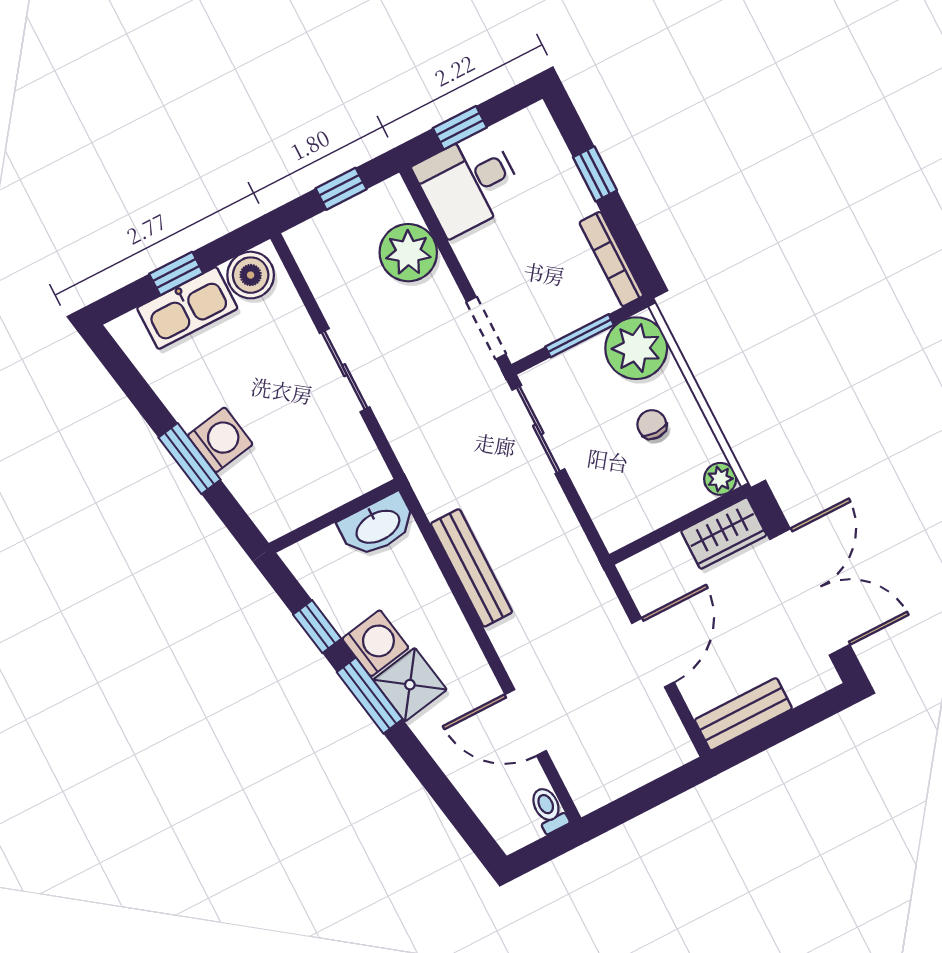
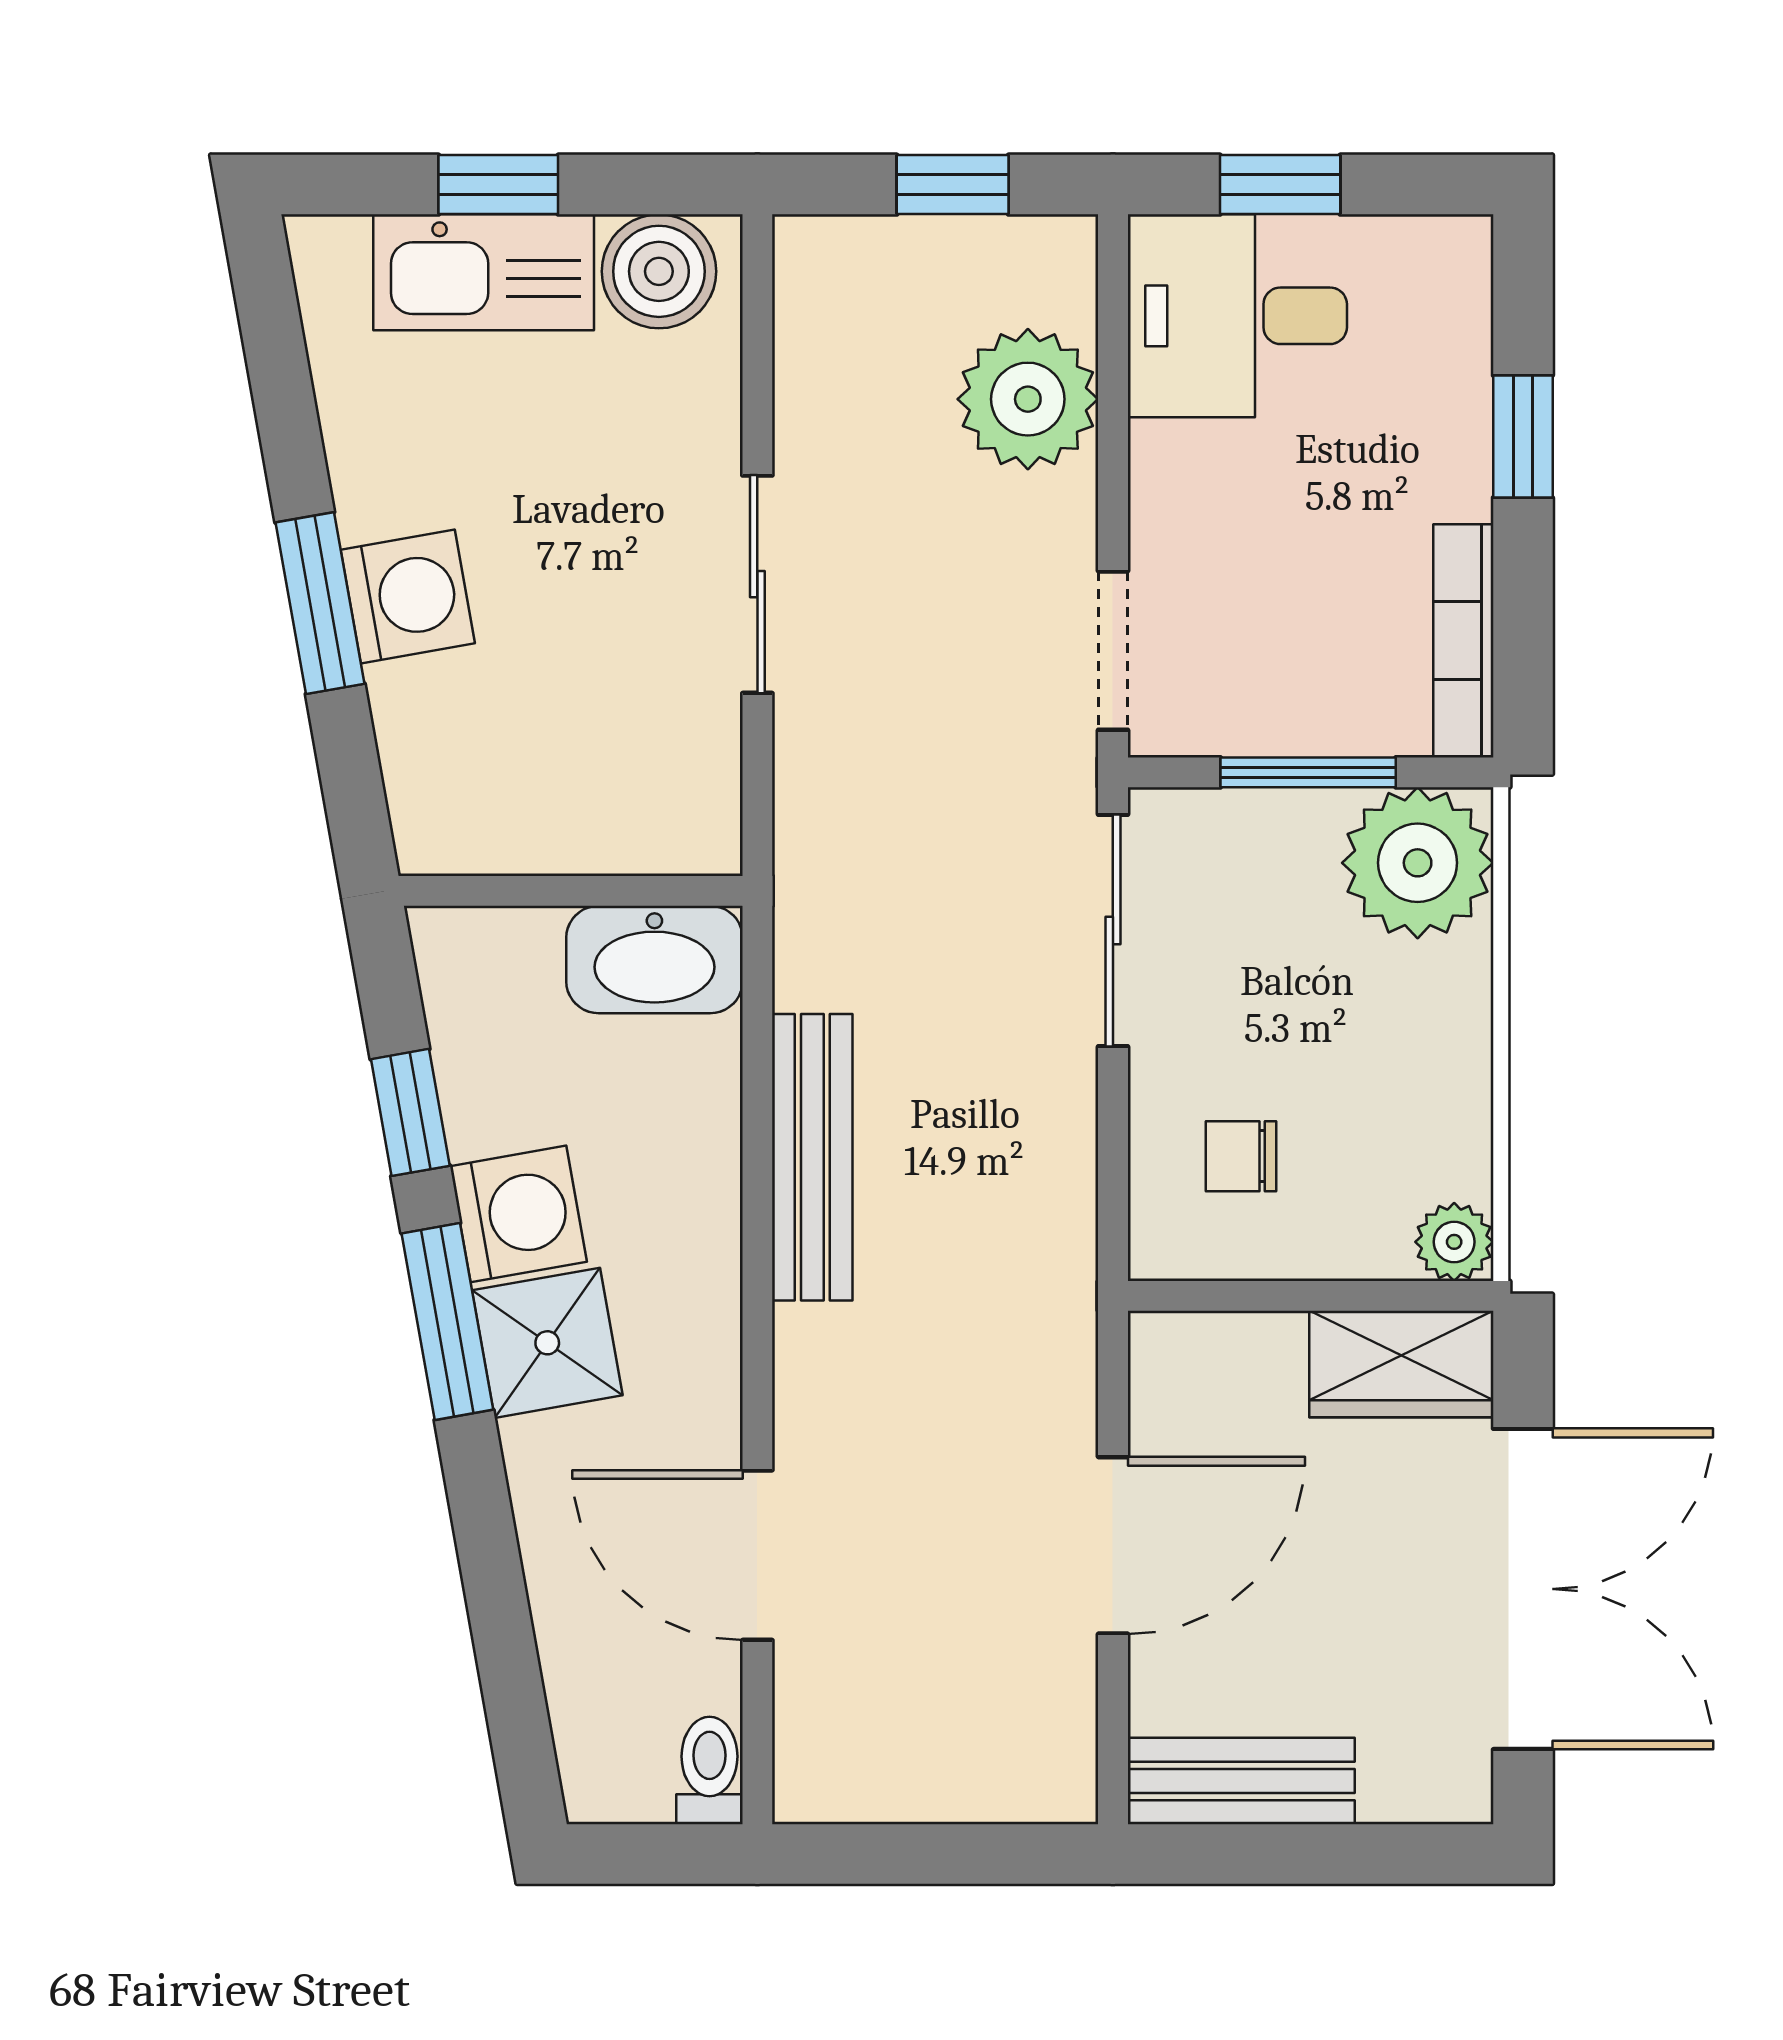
chair: (652, 424) -> (1241, 1156), moved, turned -90

